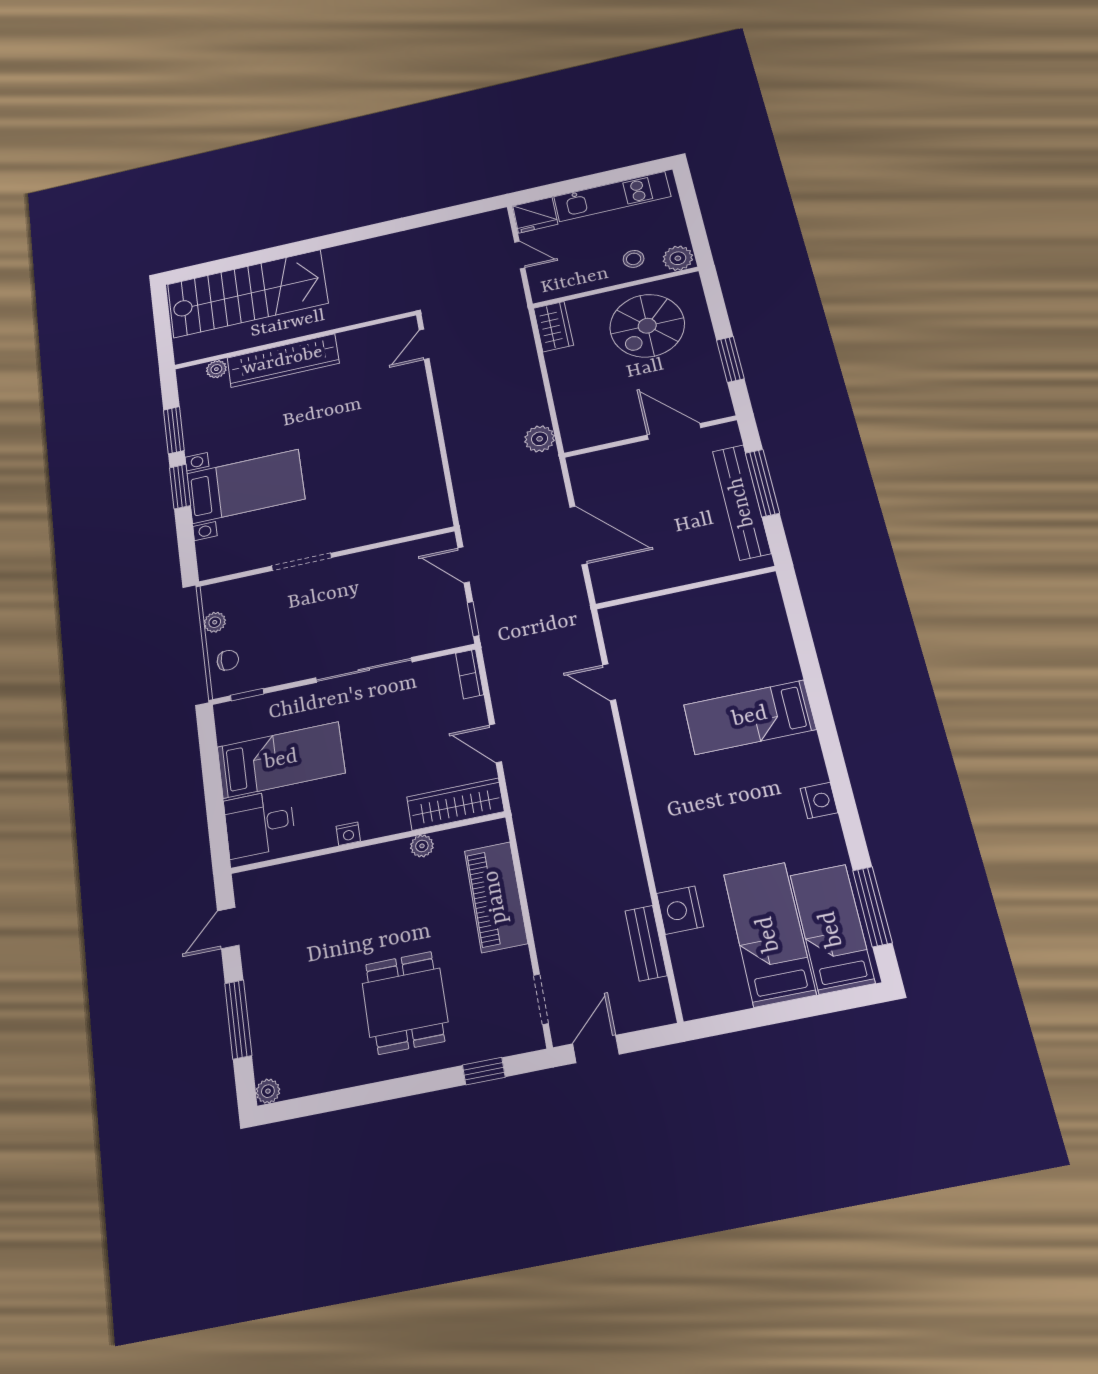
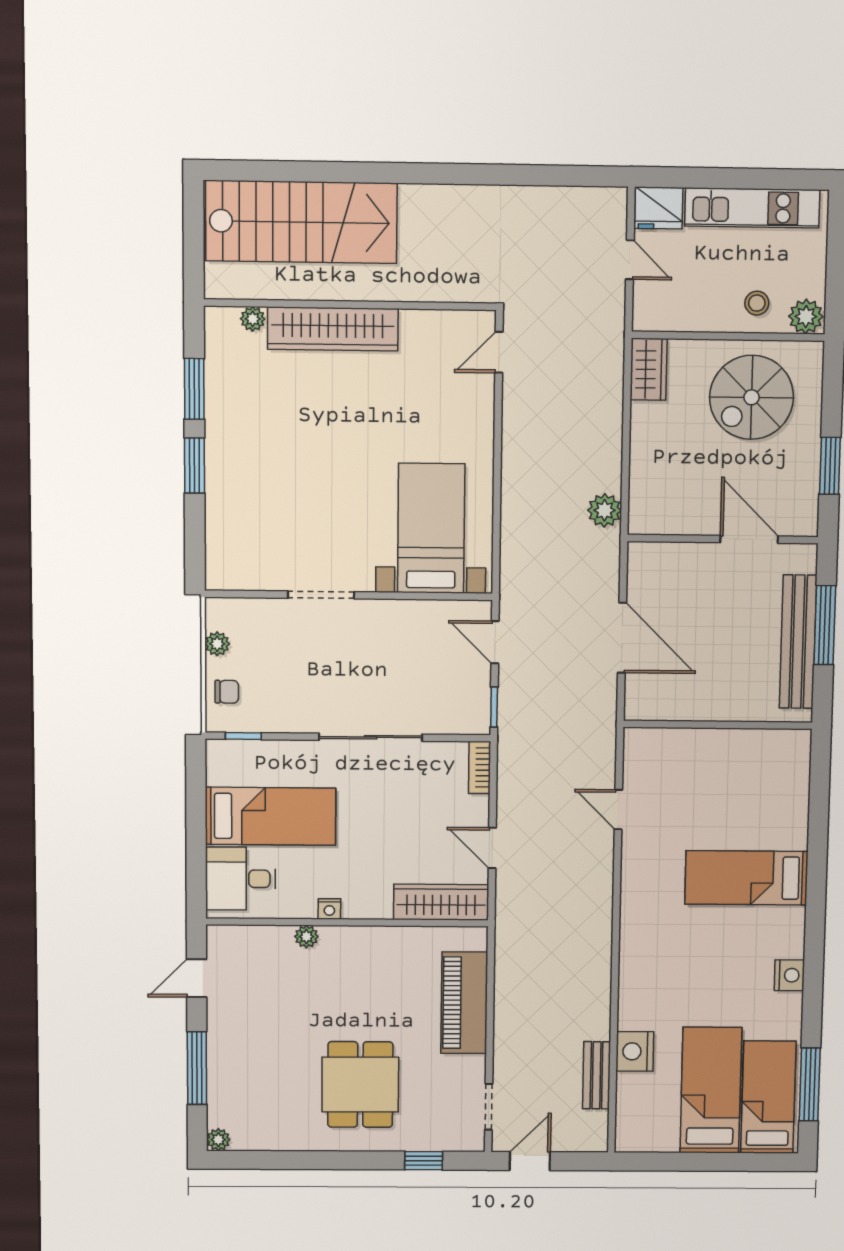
bed with nightstands: (246, 486) -> (431, 528), moved, turned -90
plant: (422, 846) -> (306, 937), moved

